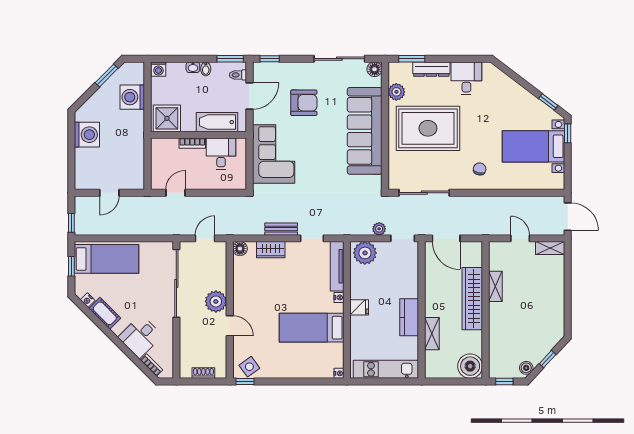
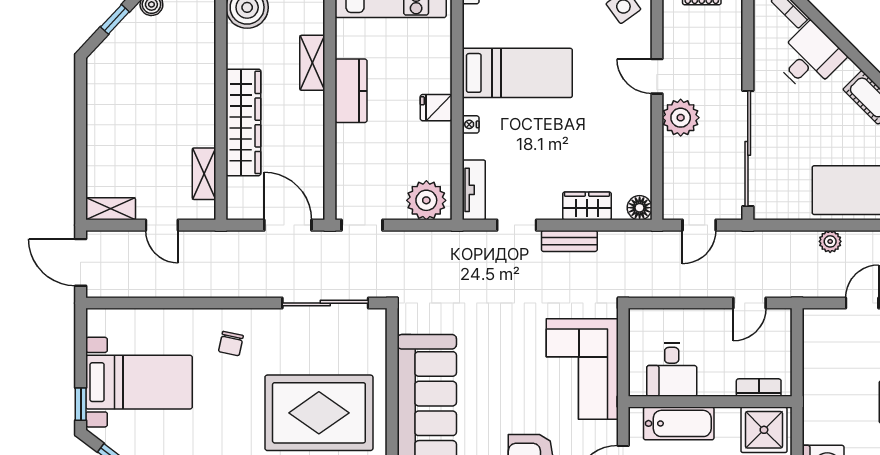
bookcase: (192, 143) -> (759, 388), moved
plant: (379, 229) -> (830, 241), moved
tv unit: (337, 266) -> (474, 190), width x0.71
shelving: (495, 286) -> (204, 174), moved

